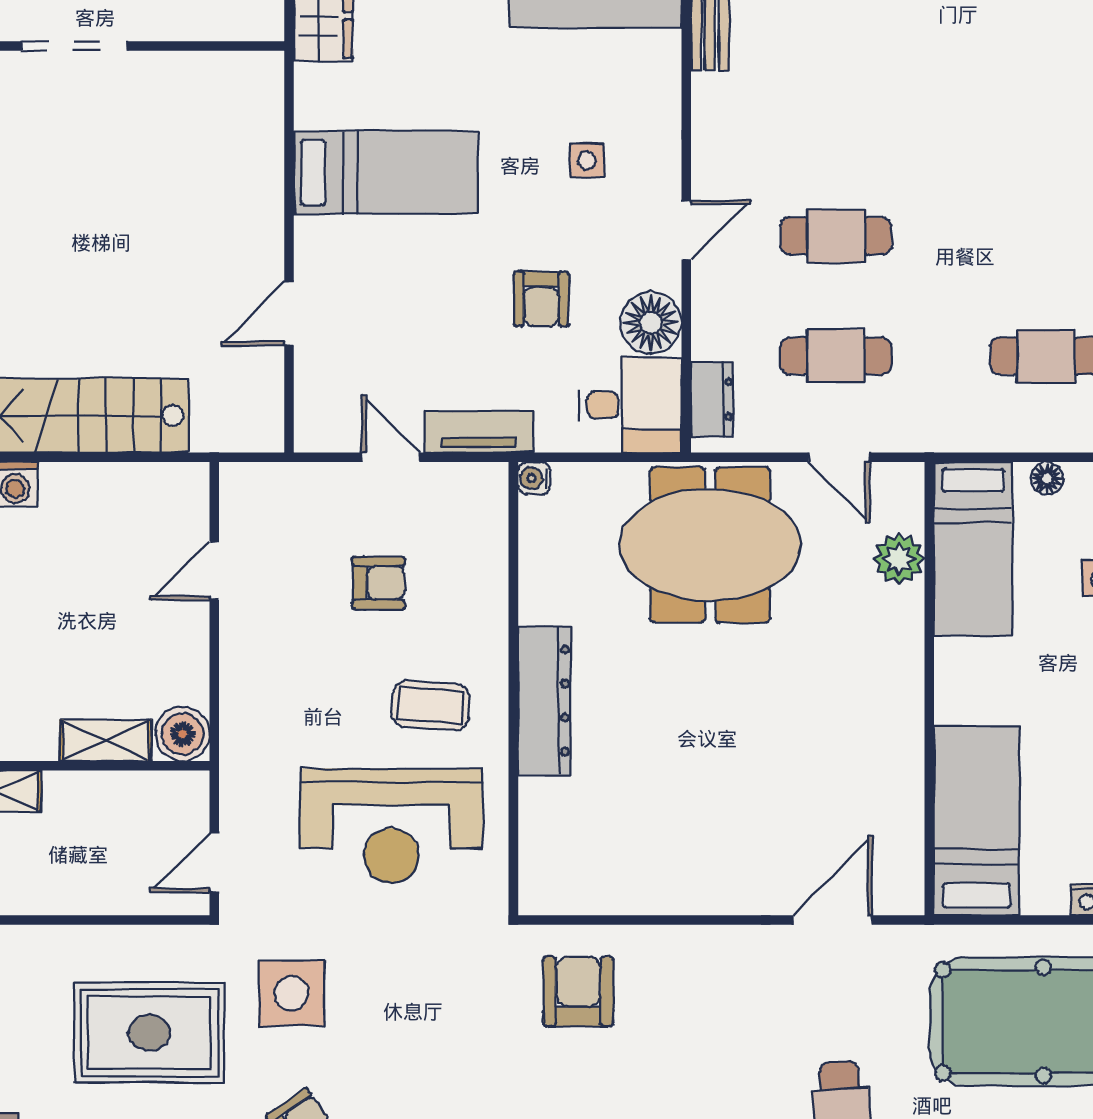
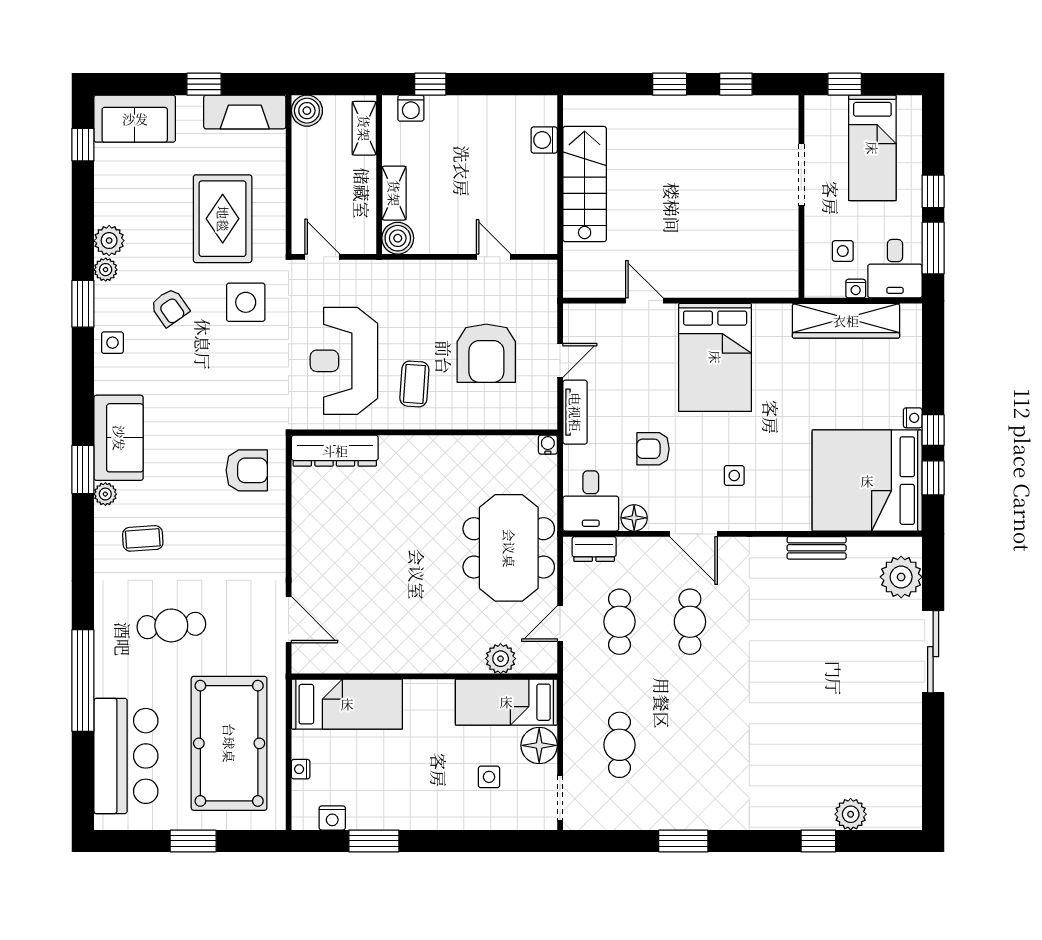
bed: (386, 172) -> (715, 357), width x1.50
door: (686, 230) -> (693, 534), width x1.38
floor lamp: (651, 323) -> (634, 518), width x0.73, depth x0.73
floor lamp: (1047, 478) -> (539, 745), width x1.89, depth x1.89
armchair: (379, 583) -> (486, 353), width x1.88, depth x1.88
dresser: (544, 701) -> (335, 451), moved

